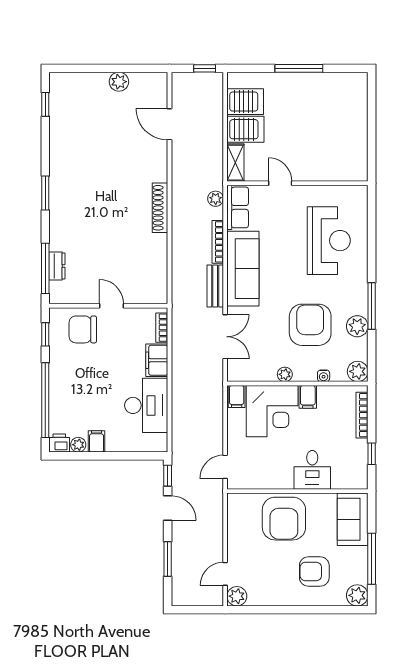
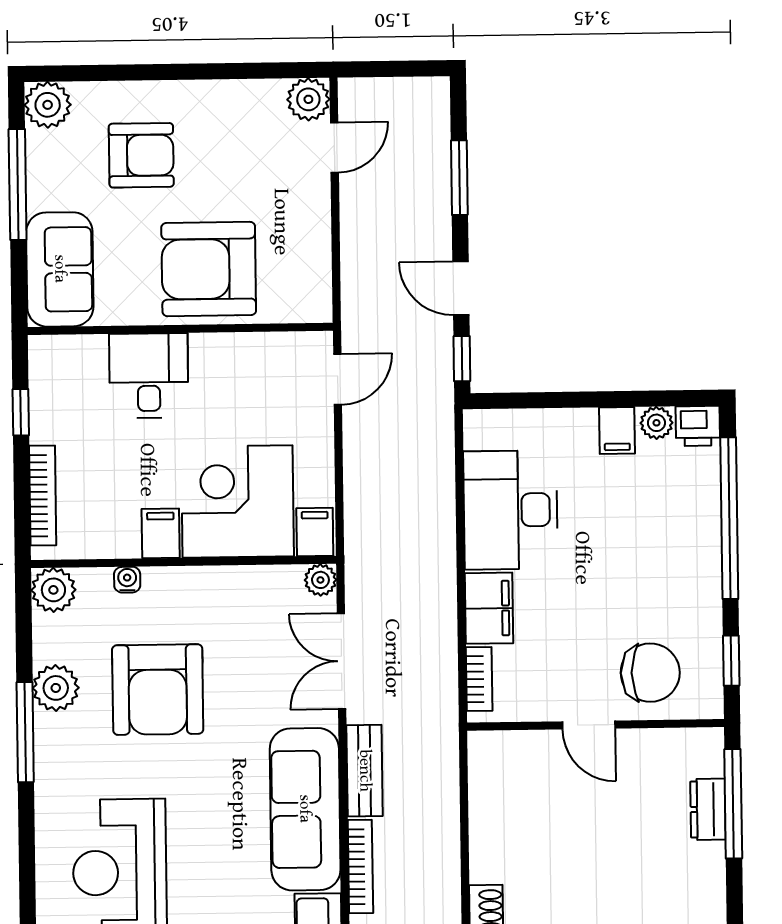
plant: (285, 374) -> (320, 580), moved
armchair: (284, 519) -> (209, 269), turned -90

